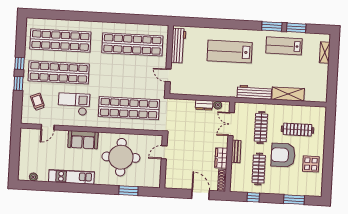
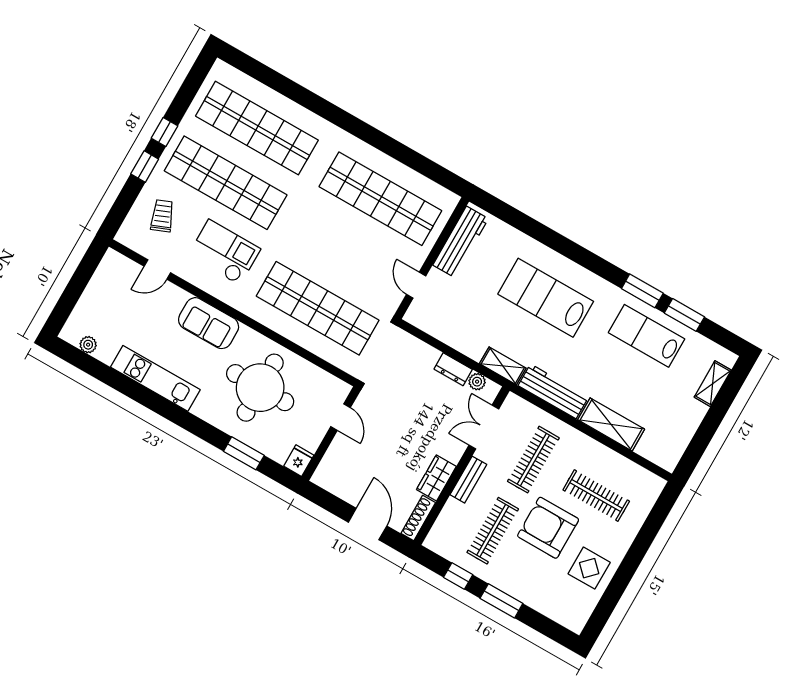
shelving: (226, 92) -> (503, 366), added
door: (164, 152) -> (341, 417), swing flipped
fridge: (155, 181) -> (299, 461), added
window: (294, 200) -> (501, 601), moved

